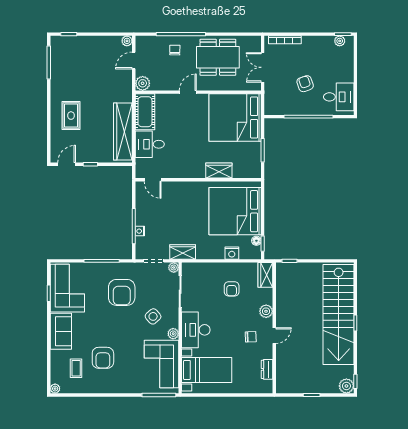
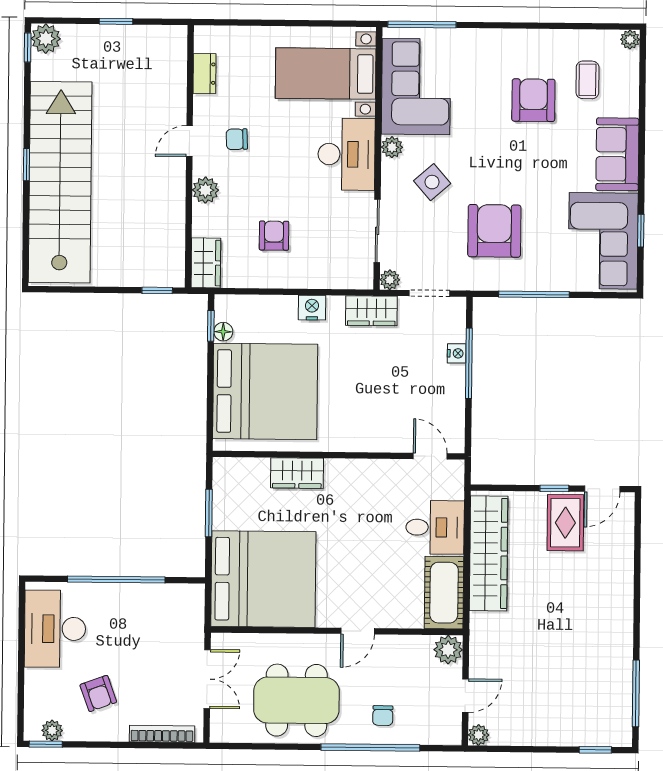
armchair: (305, 84) -> (98, 693), moved
desk: (339, 97) -> (55, 629), width x1.37
rug: (71, 116) -> (565, 523), moved
nightstand: (232, 253) -> (312, 308), moved

